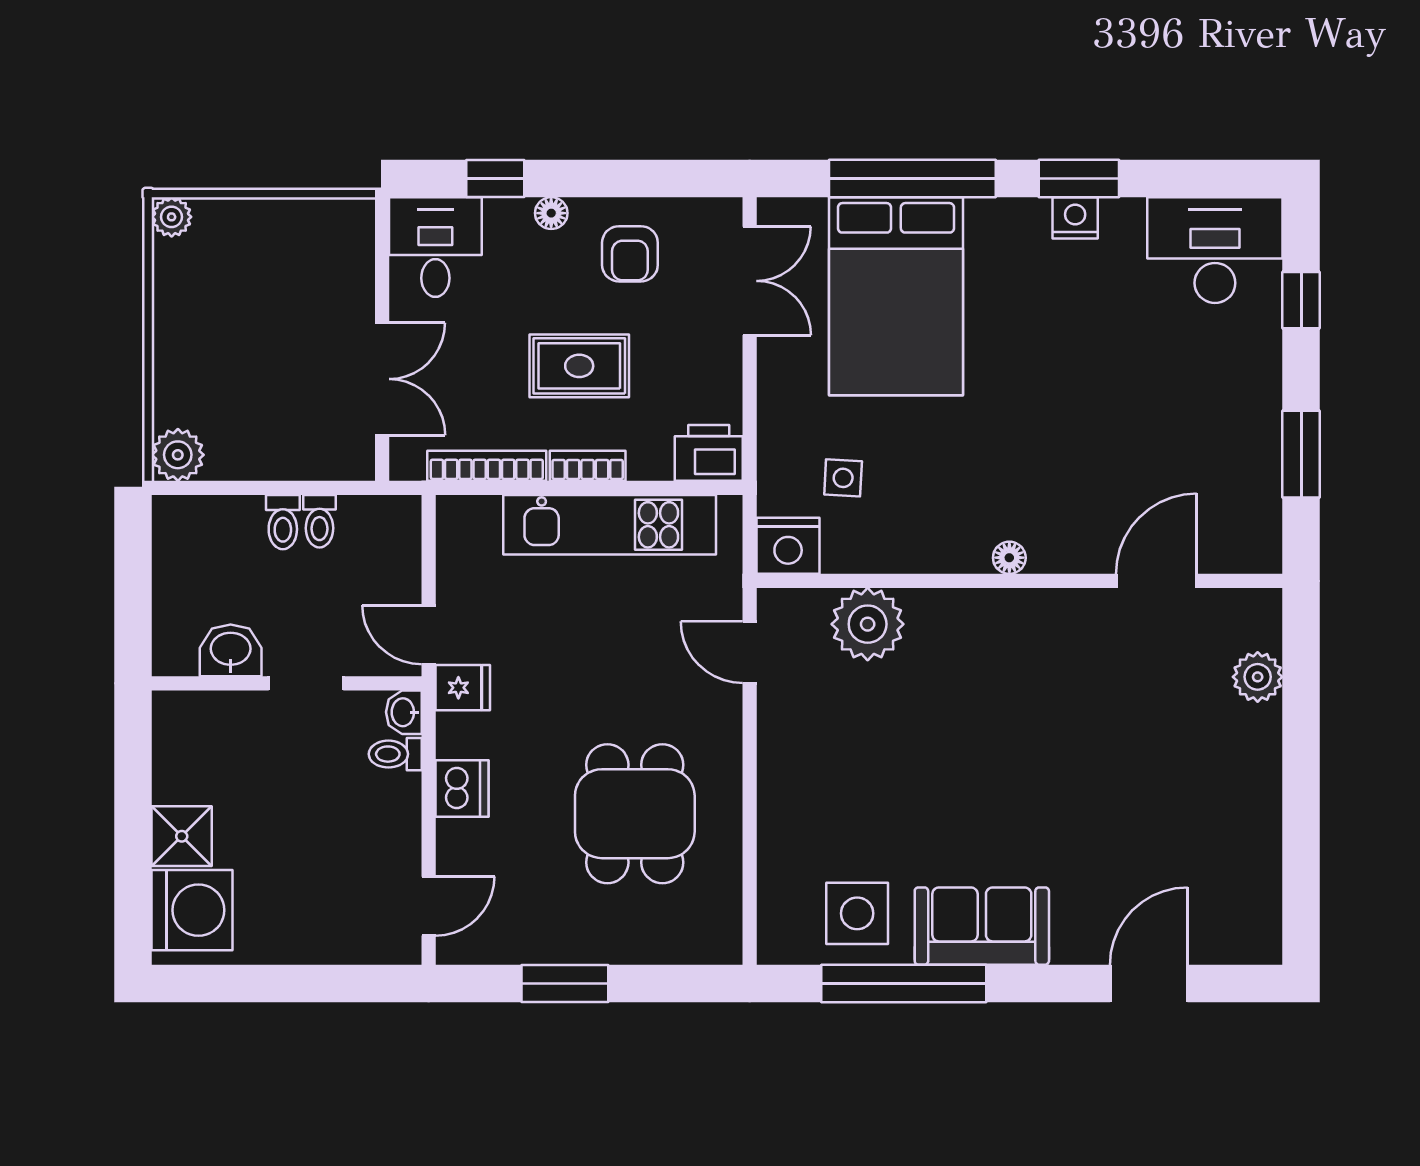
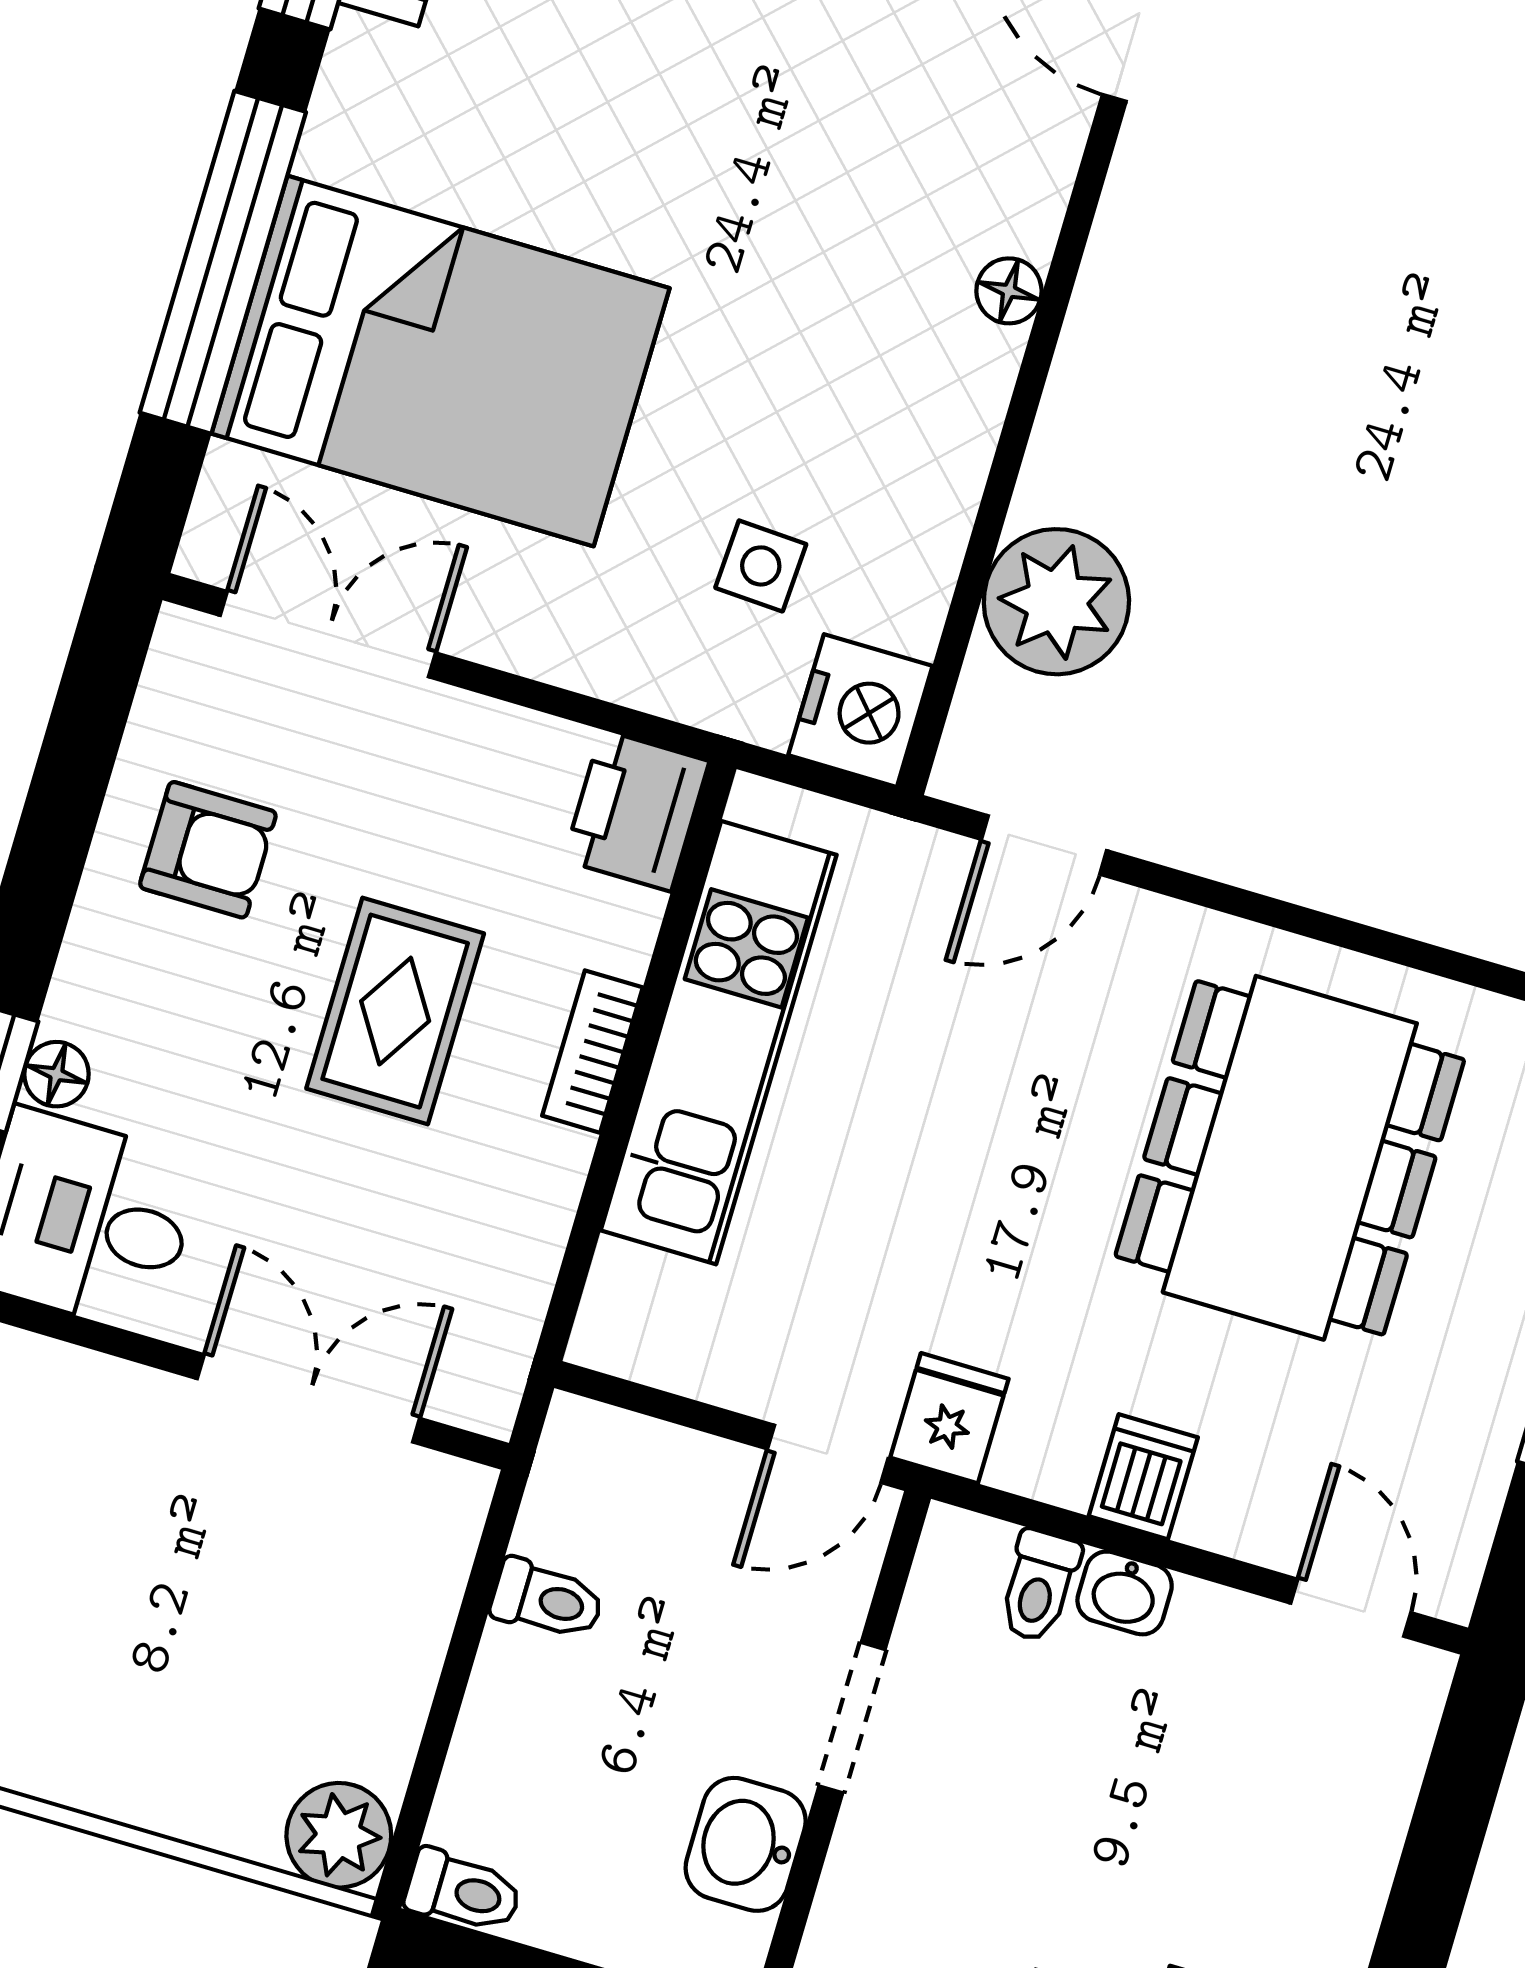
floor lamp: (551, 213) -> (57, 1074), moved
bookcase: (487, 466) -> (535, 1246), removed
toilet: (283, 522) -> (463, 1891), moved
washbasin: (404, 712) -> (1125, 1593), moved
dishwasher: (462, 789) -> (1143, 1477), width x0.73
dining table: (635, 814) -> (1290, 1158), width x1.38

